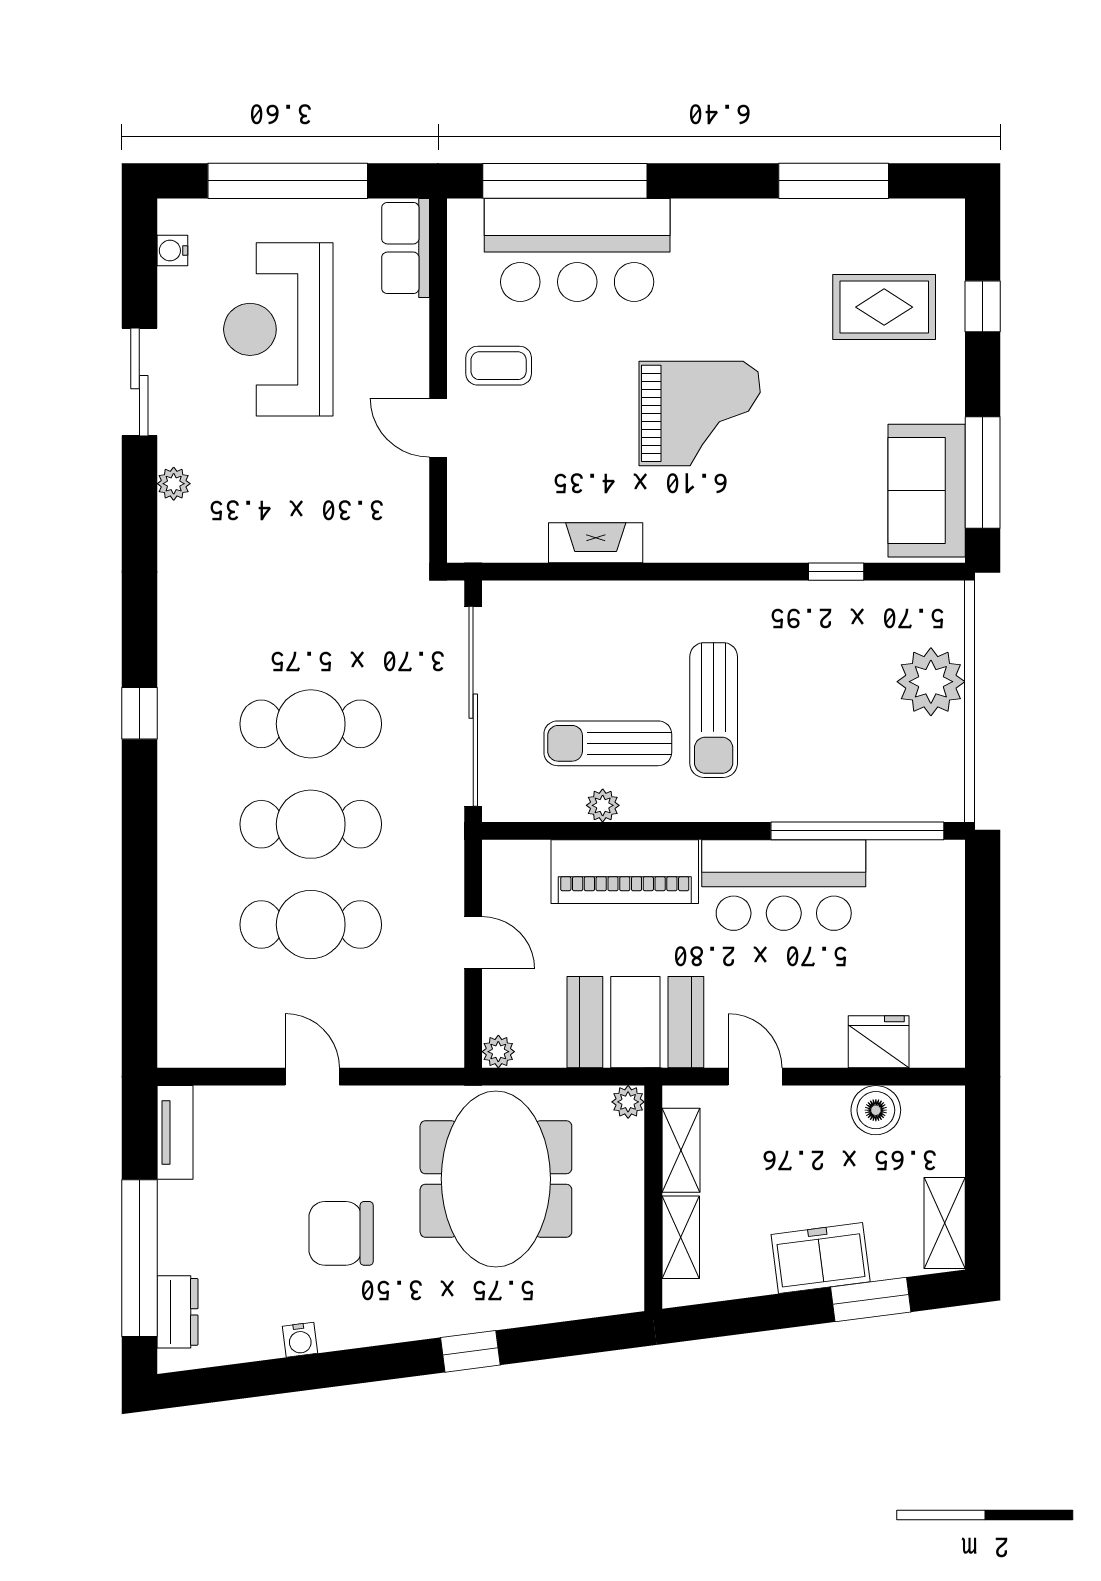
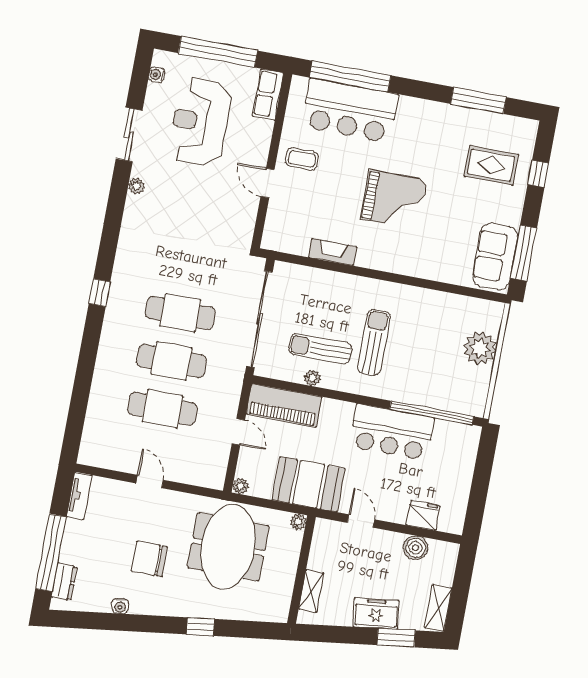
window: (836, 572) -> (445, 287), removed
sun lounger: (714, 710) -> (374, 342), turned 180
piano: (625, 872) -> (284, 405), moved
shelving: (681, 1150) -> (319, 550), removed

